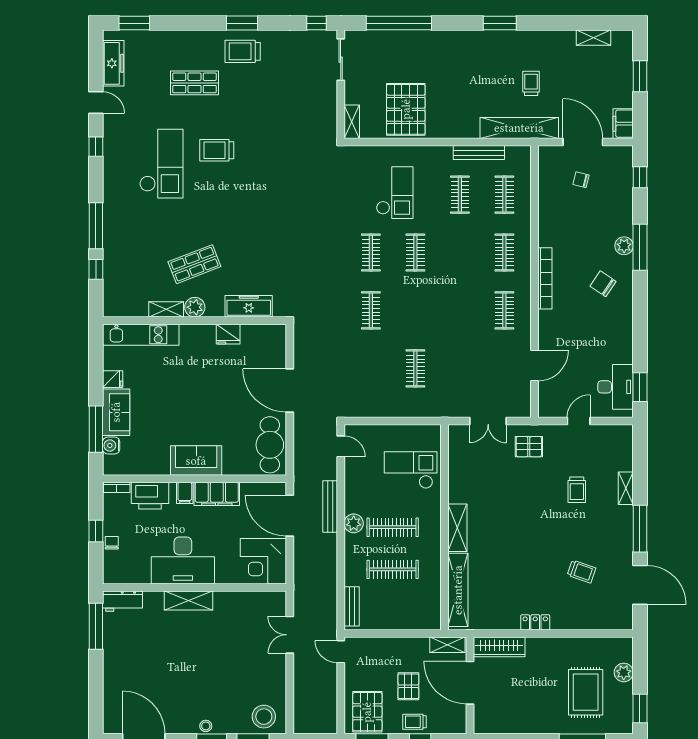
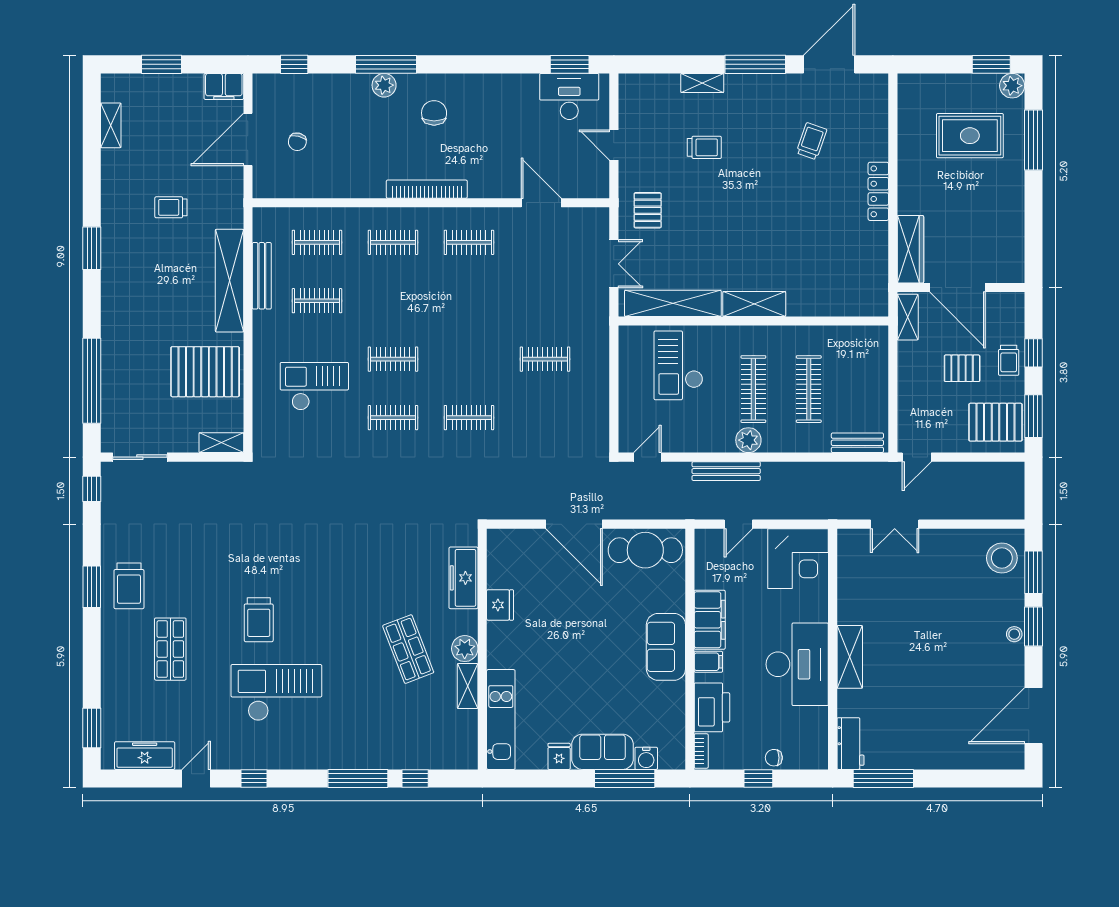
shelving: (519, 128) -> (229, 281), moved
chair: (603, 284) -> (434, 113), turned 146
door: (290, 391) -> (574, 524), hinge flipped
door: (290, 516) -> (738, 524), width x0.53
shelving: (458, 590) -> (673, 303), moved
locker: (535, 622) -> (878, 191), width x1.53
plant: (624, 672) -> (1012, 86), moved
door: (470, 683) -> (958, 288), hinge flipped

